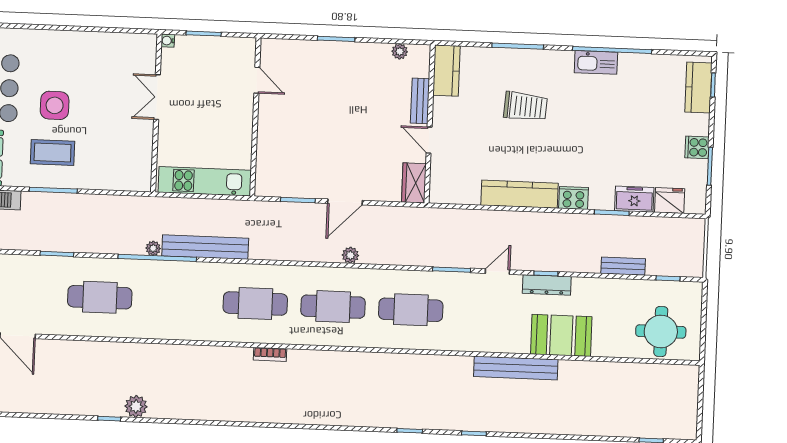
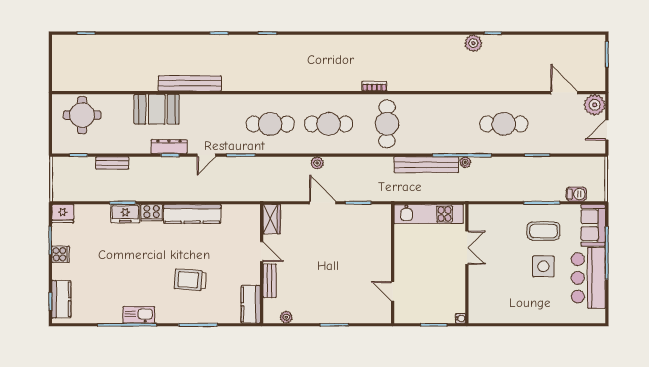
double door: (157, 97) -> (467, 248), moved
freezer: (634, 199) -> (125, 214), moved
fridge: (670, 200) -> (63, 214), moved
door: (345, 202) -> (323, 203), hinge flipped
cafe table: (255, 303) -> (387, 124), turned 90

